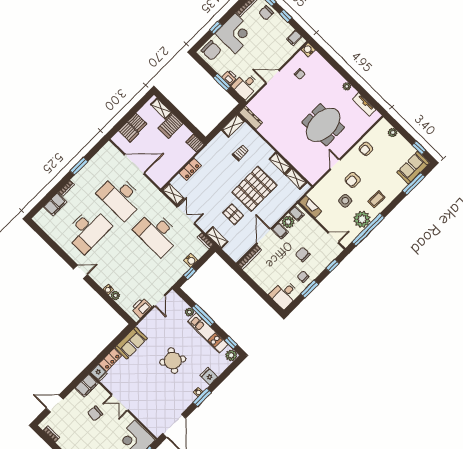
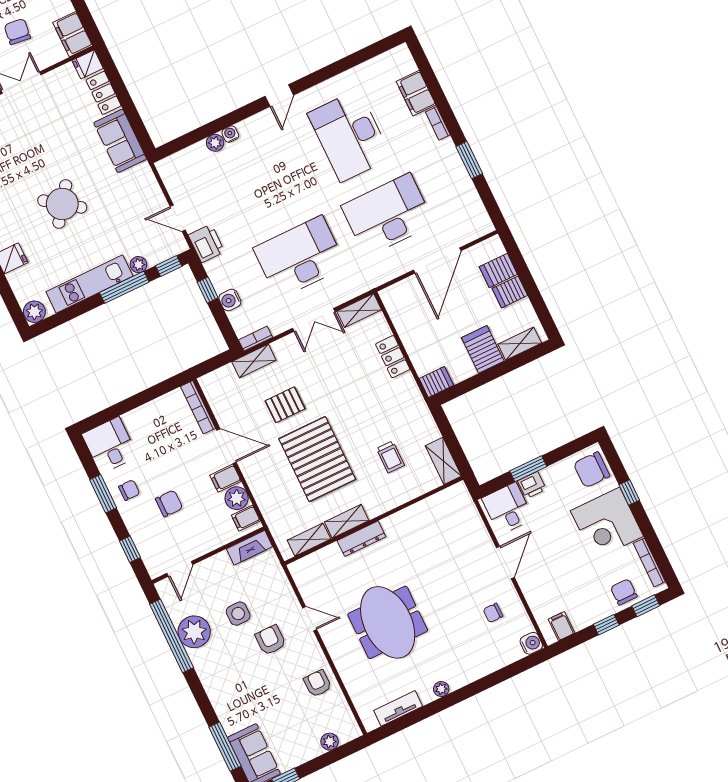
dresser: (251, 118) -> (361, 539), moved
coffee table: (376, 199) -> (221, 670), removed
printer: (141, 308) -> (206, 243), moved
window: (231, 343) -> (169, 266), moved

